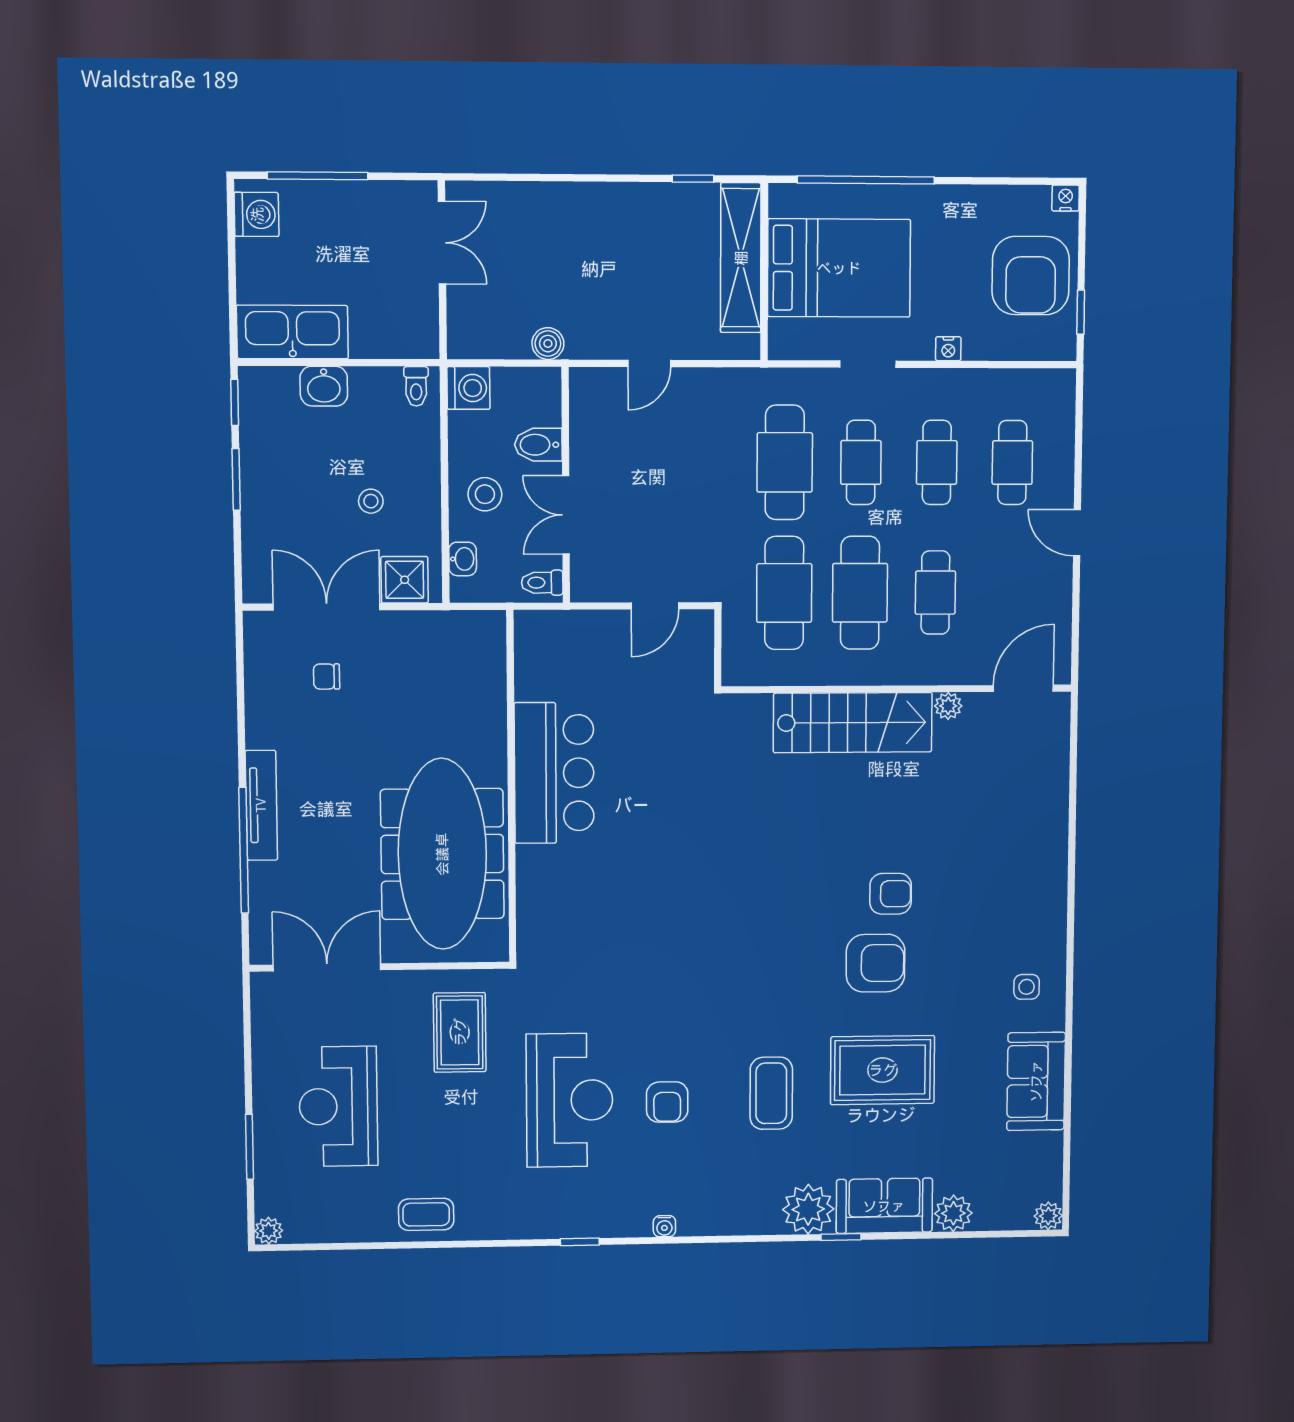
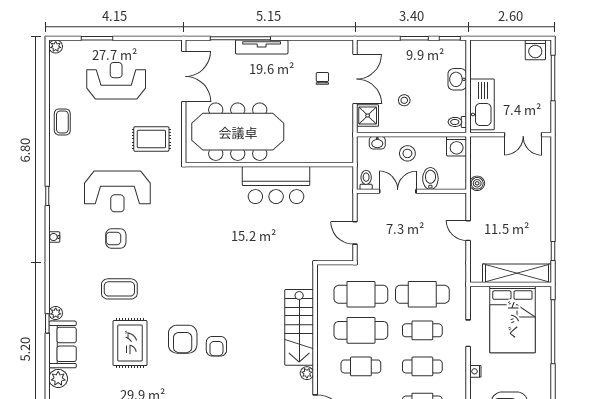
kitchen sink: (292, 332) -> (482, 104), moved
plant: (808, 1209) -> (56, 313), width x0.53, depth x0.53

